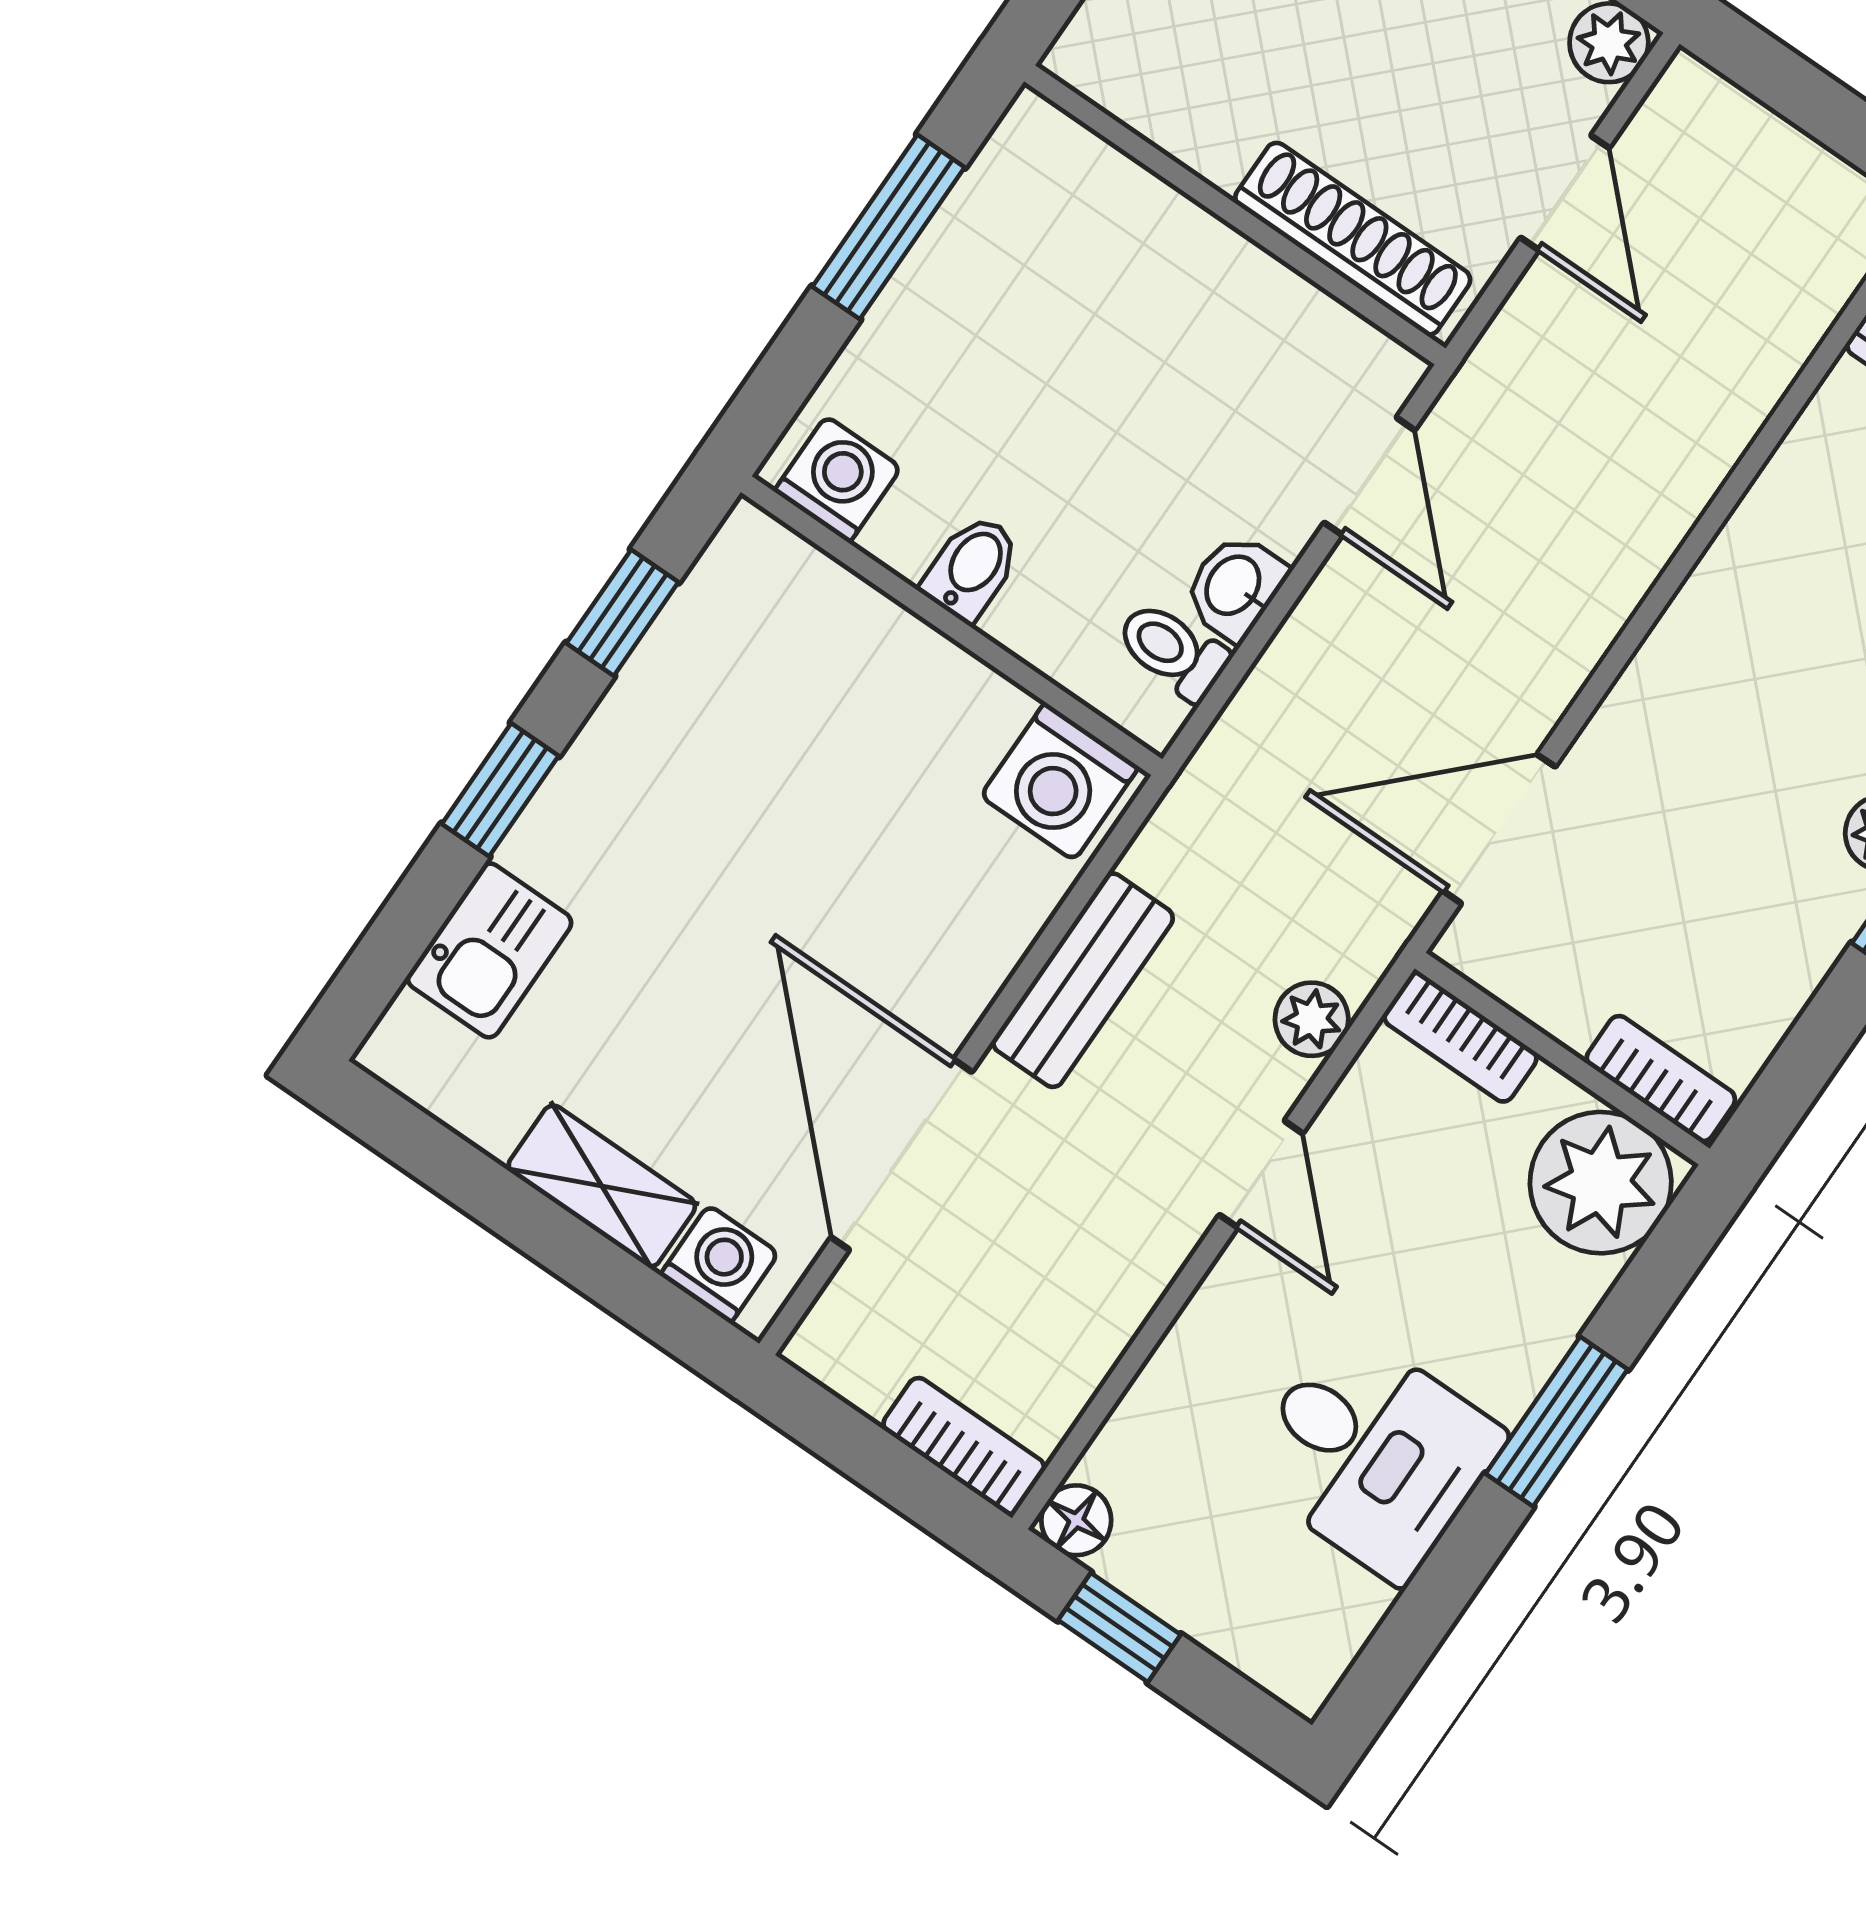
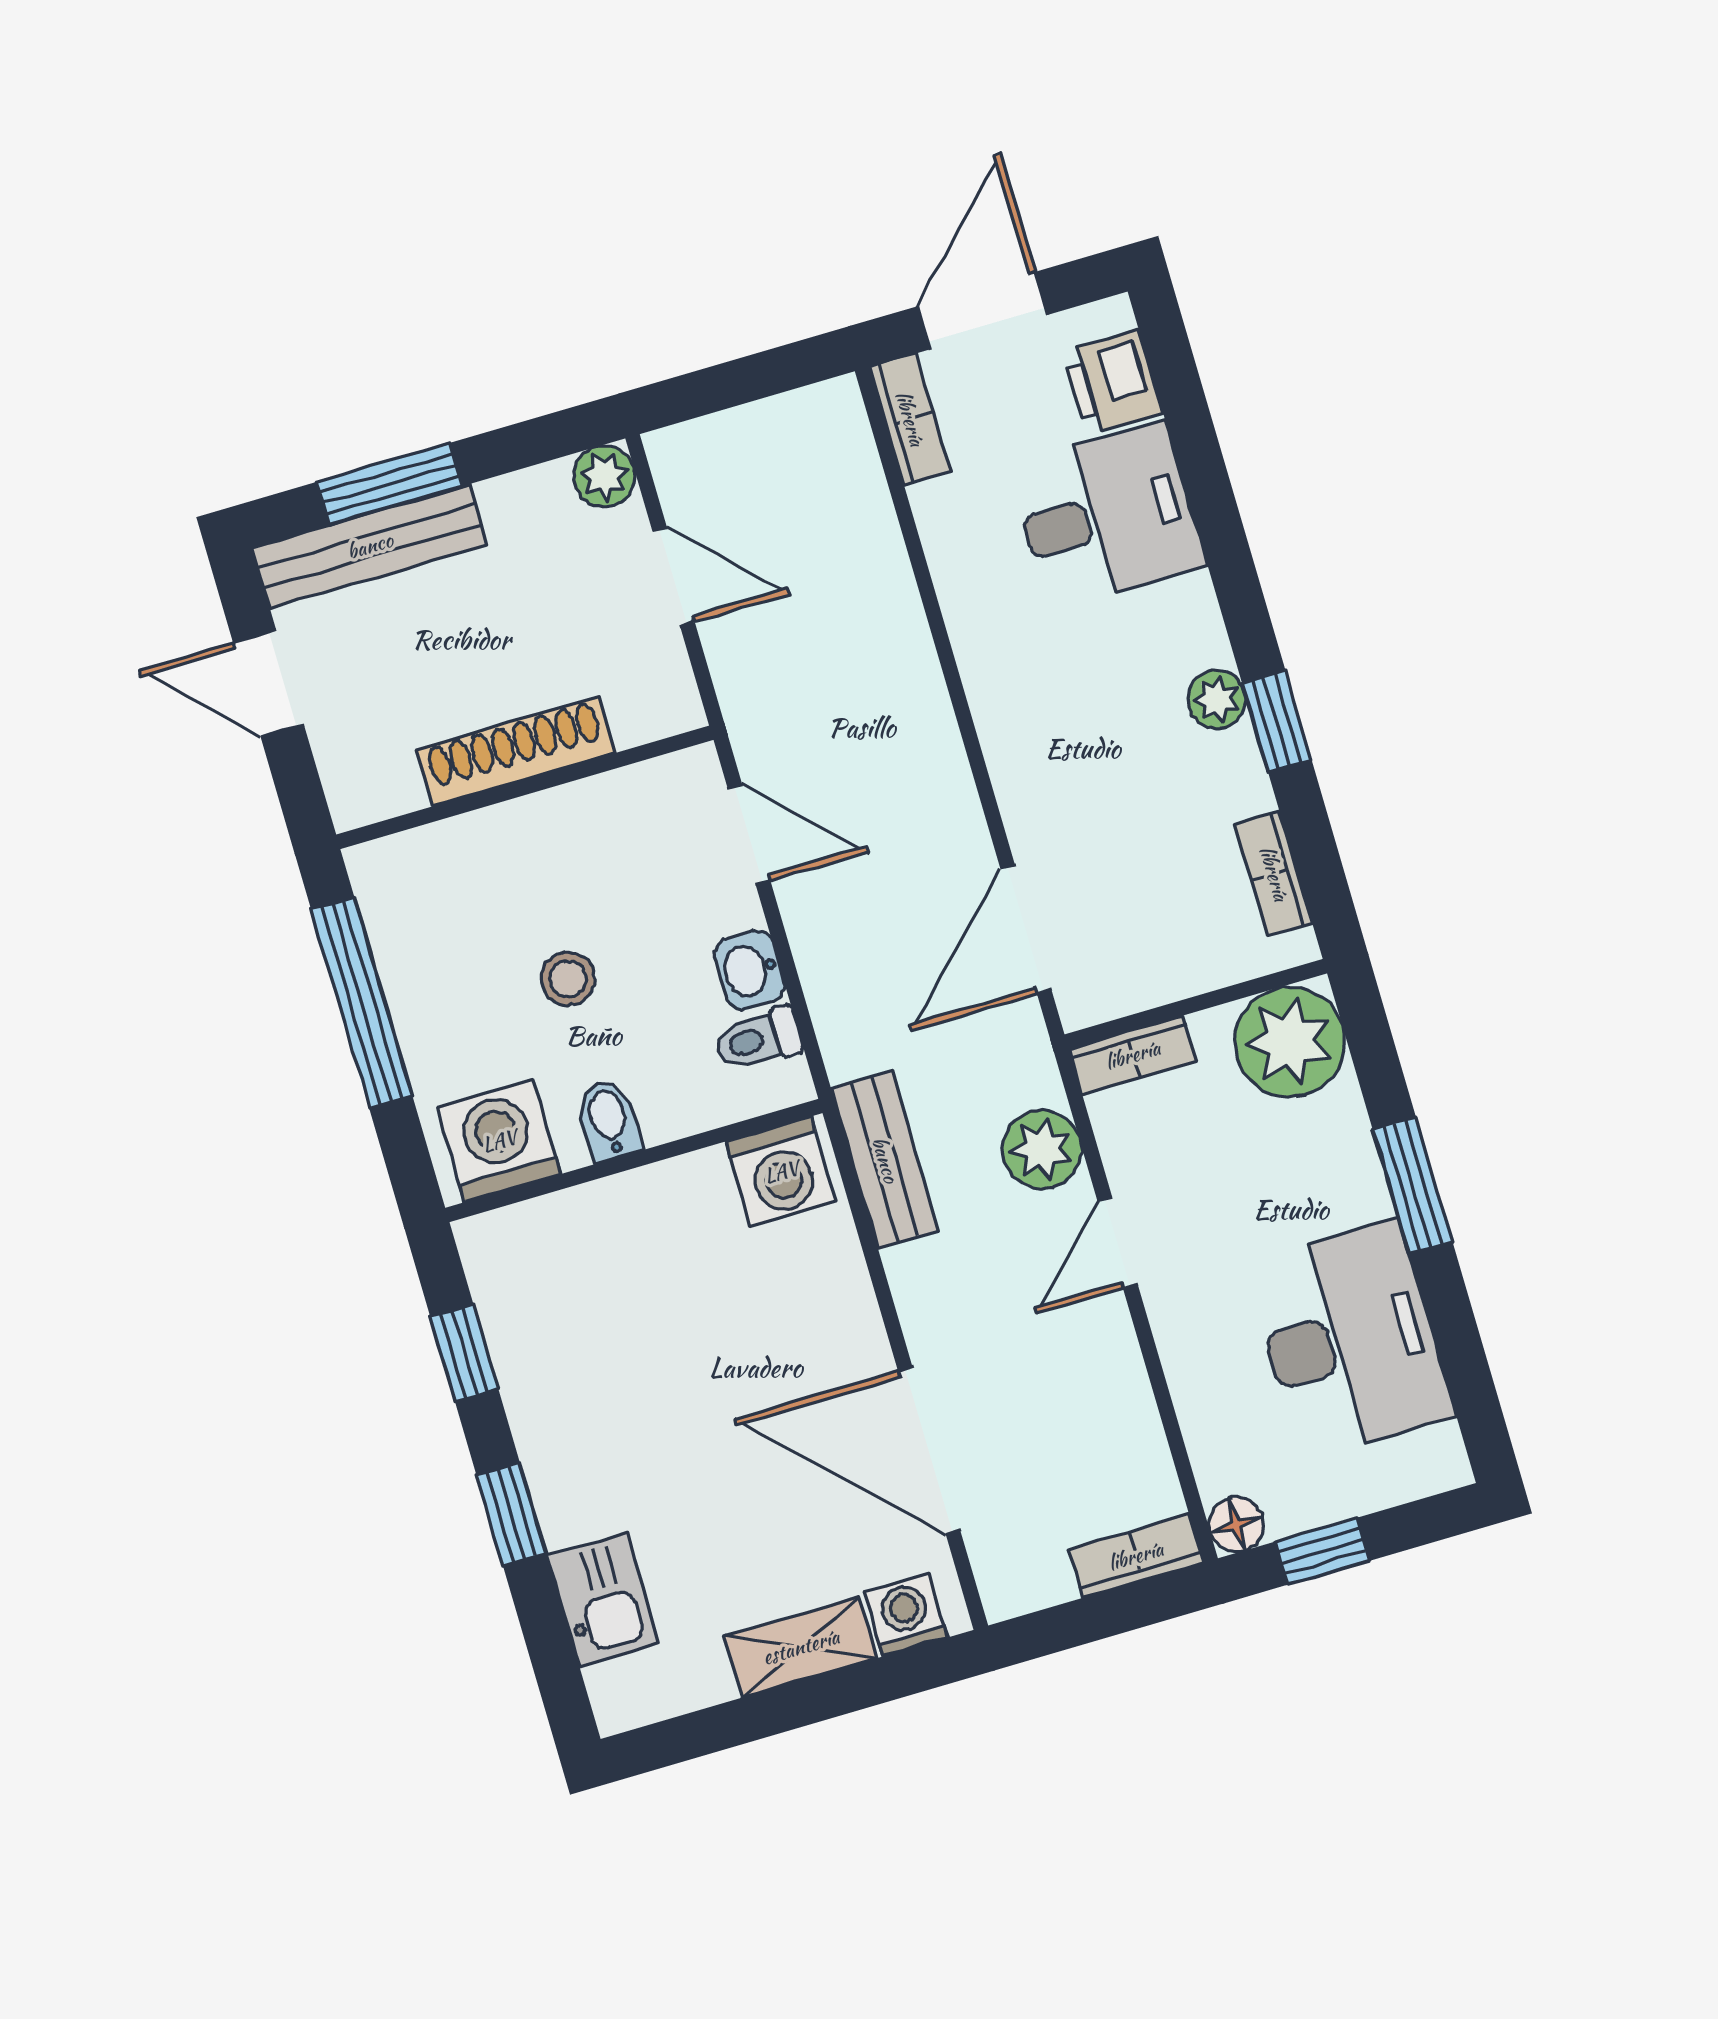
window: (889, 227) -> (362, 1003), width x1.44
shoe rack: (1353, 239) -> (516, 751), moved
stool: (1079, 413) -> (568, 979), added
washing machine: (838, 479) -> (499, 1141), width x1.38, depth x1.38
bench: (1083, 980) -> (885, 1160), moved
plant: (1312, 1019) -> (1042, 1149), width x1.38, depth x1.38
bookcase: (1661, 1079) -> (1274, 874), moved, turned -90
door: (1261, 1174) -> (1118, 1243), swing flipped
desk: (1373, 1454) -> (1350, 1340), width x1.37

